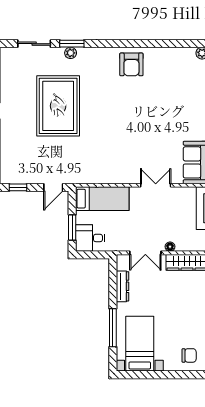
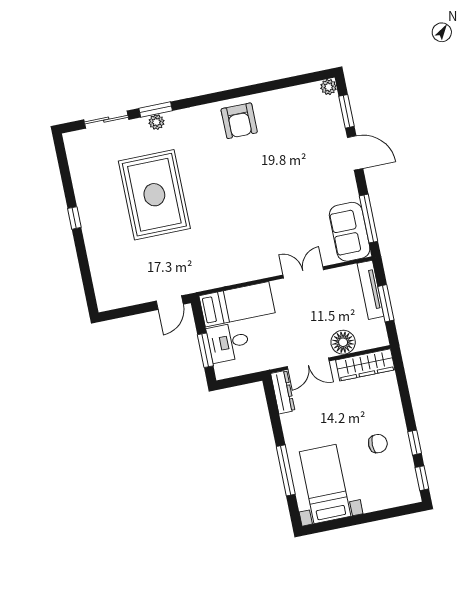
window: (18, 187) -> (124, 312), removed
desk: (90, 238) -> (228, 342), moved
floor lamp: (170, 247) -> (343, 342), width x1.89, depth x1.89
dresser: (123, 286) -> (283, 392), moved
chair: (189, 355) -> (378, 444), moved

